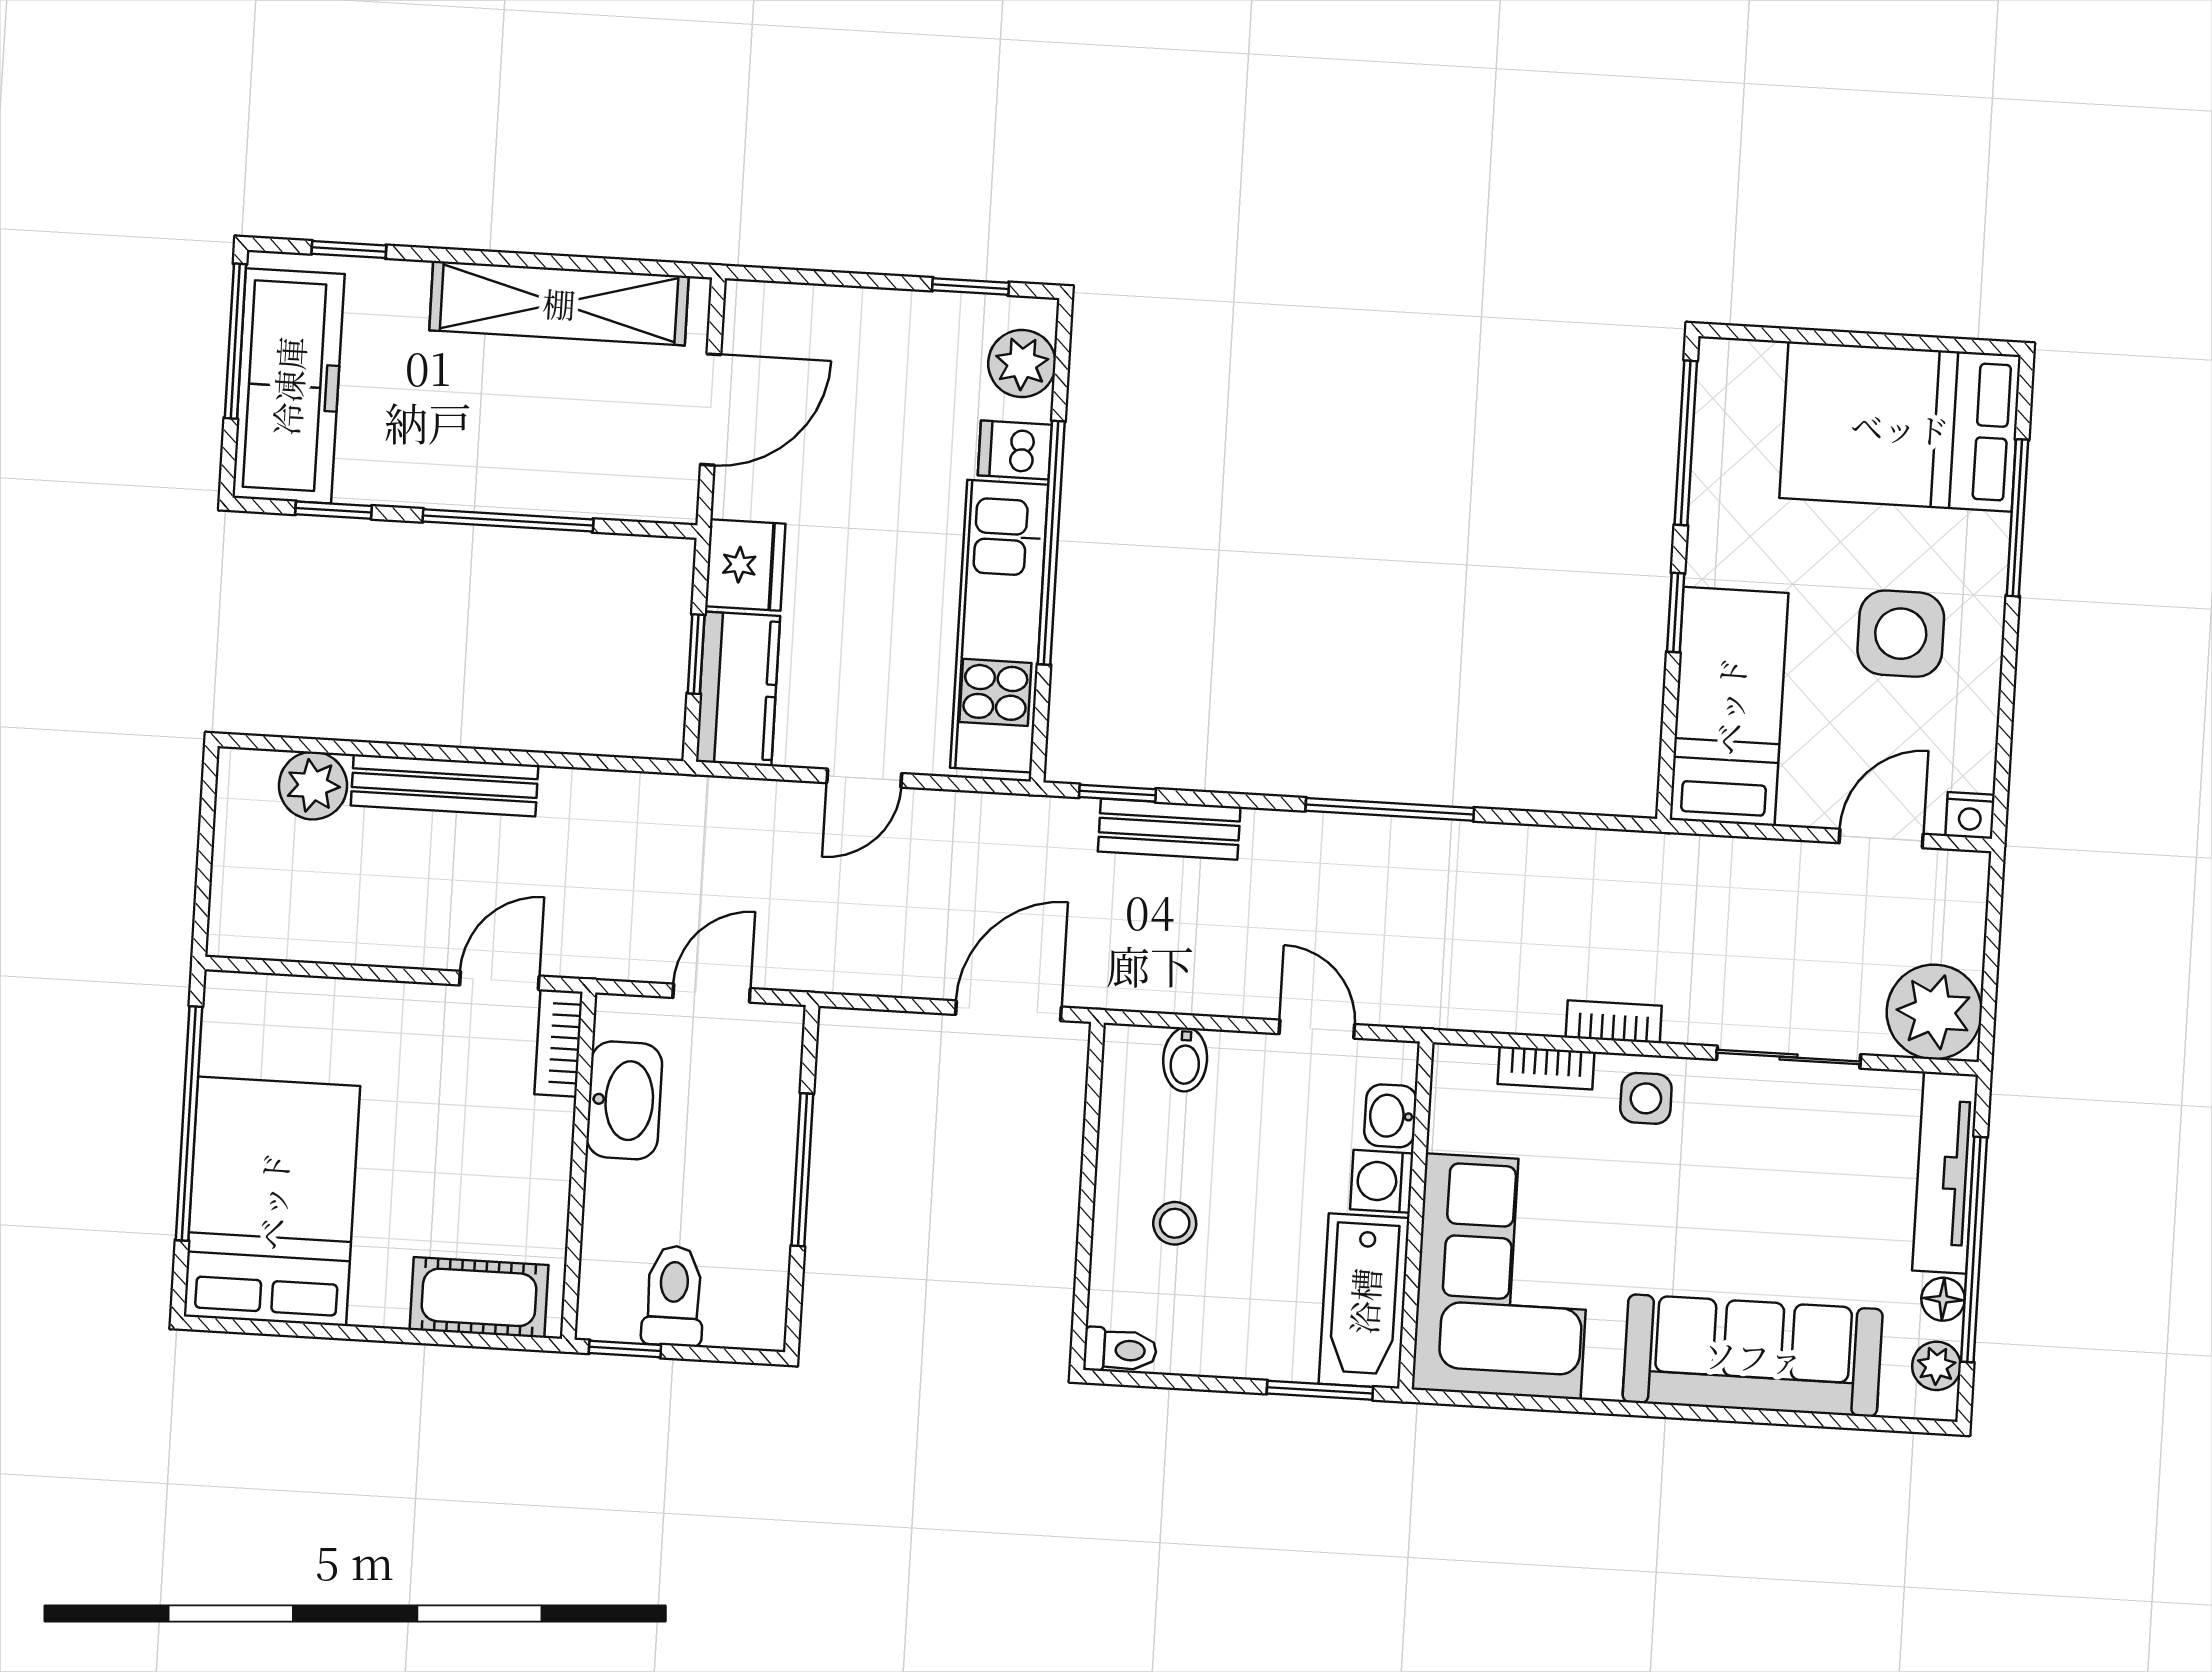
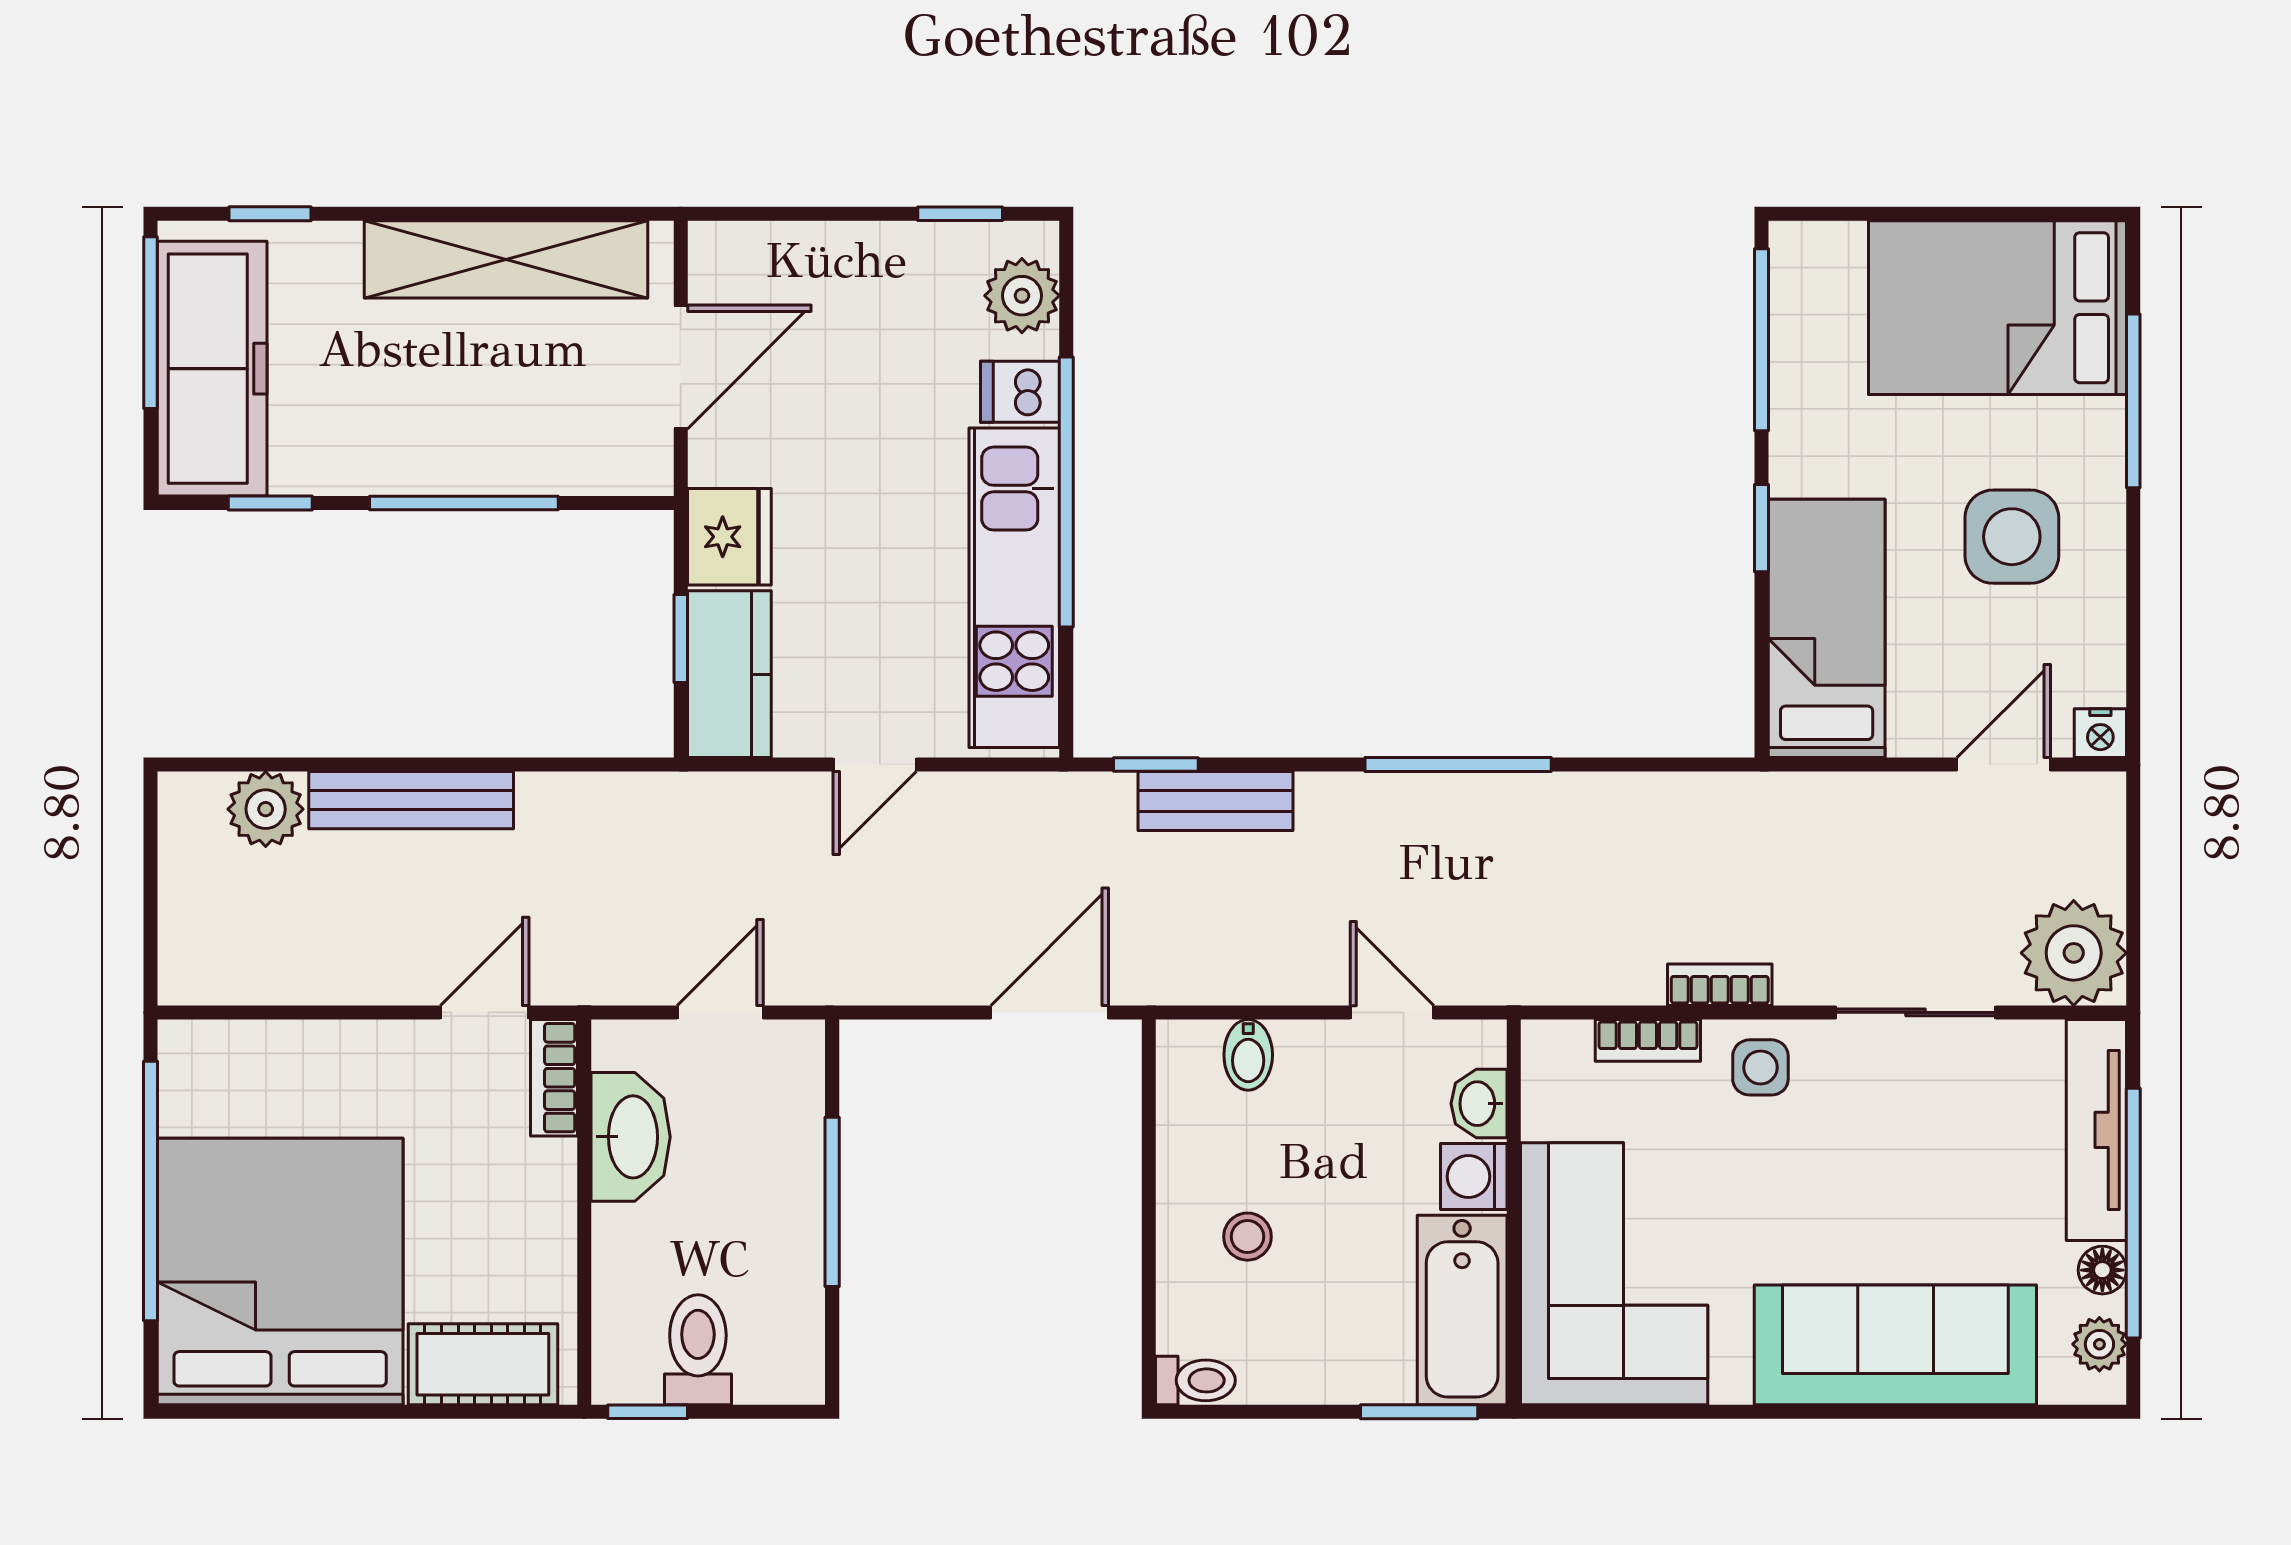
bed: (272, 1201) -> (280, 1272), width x1.36

